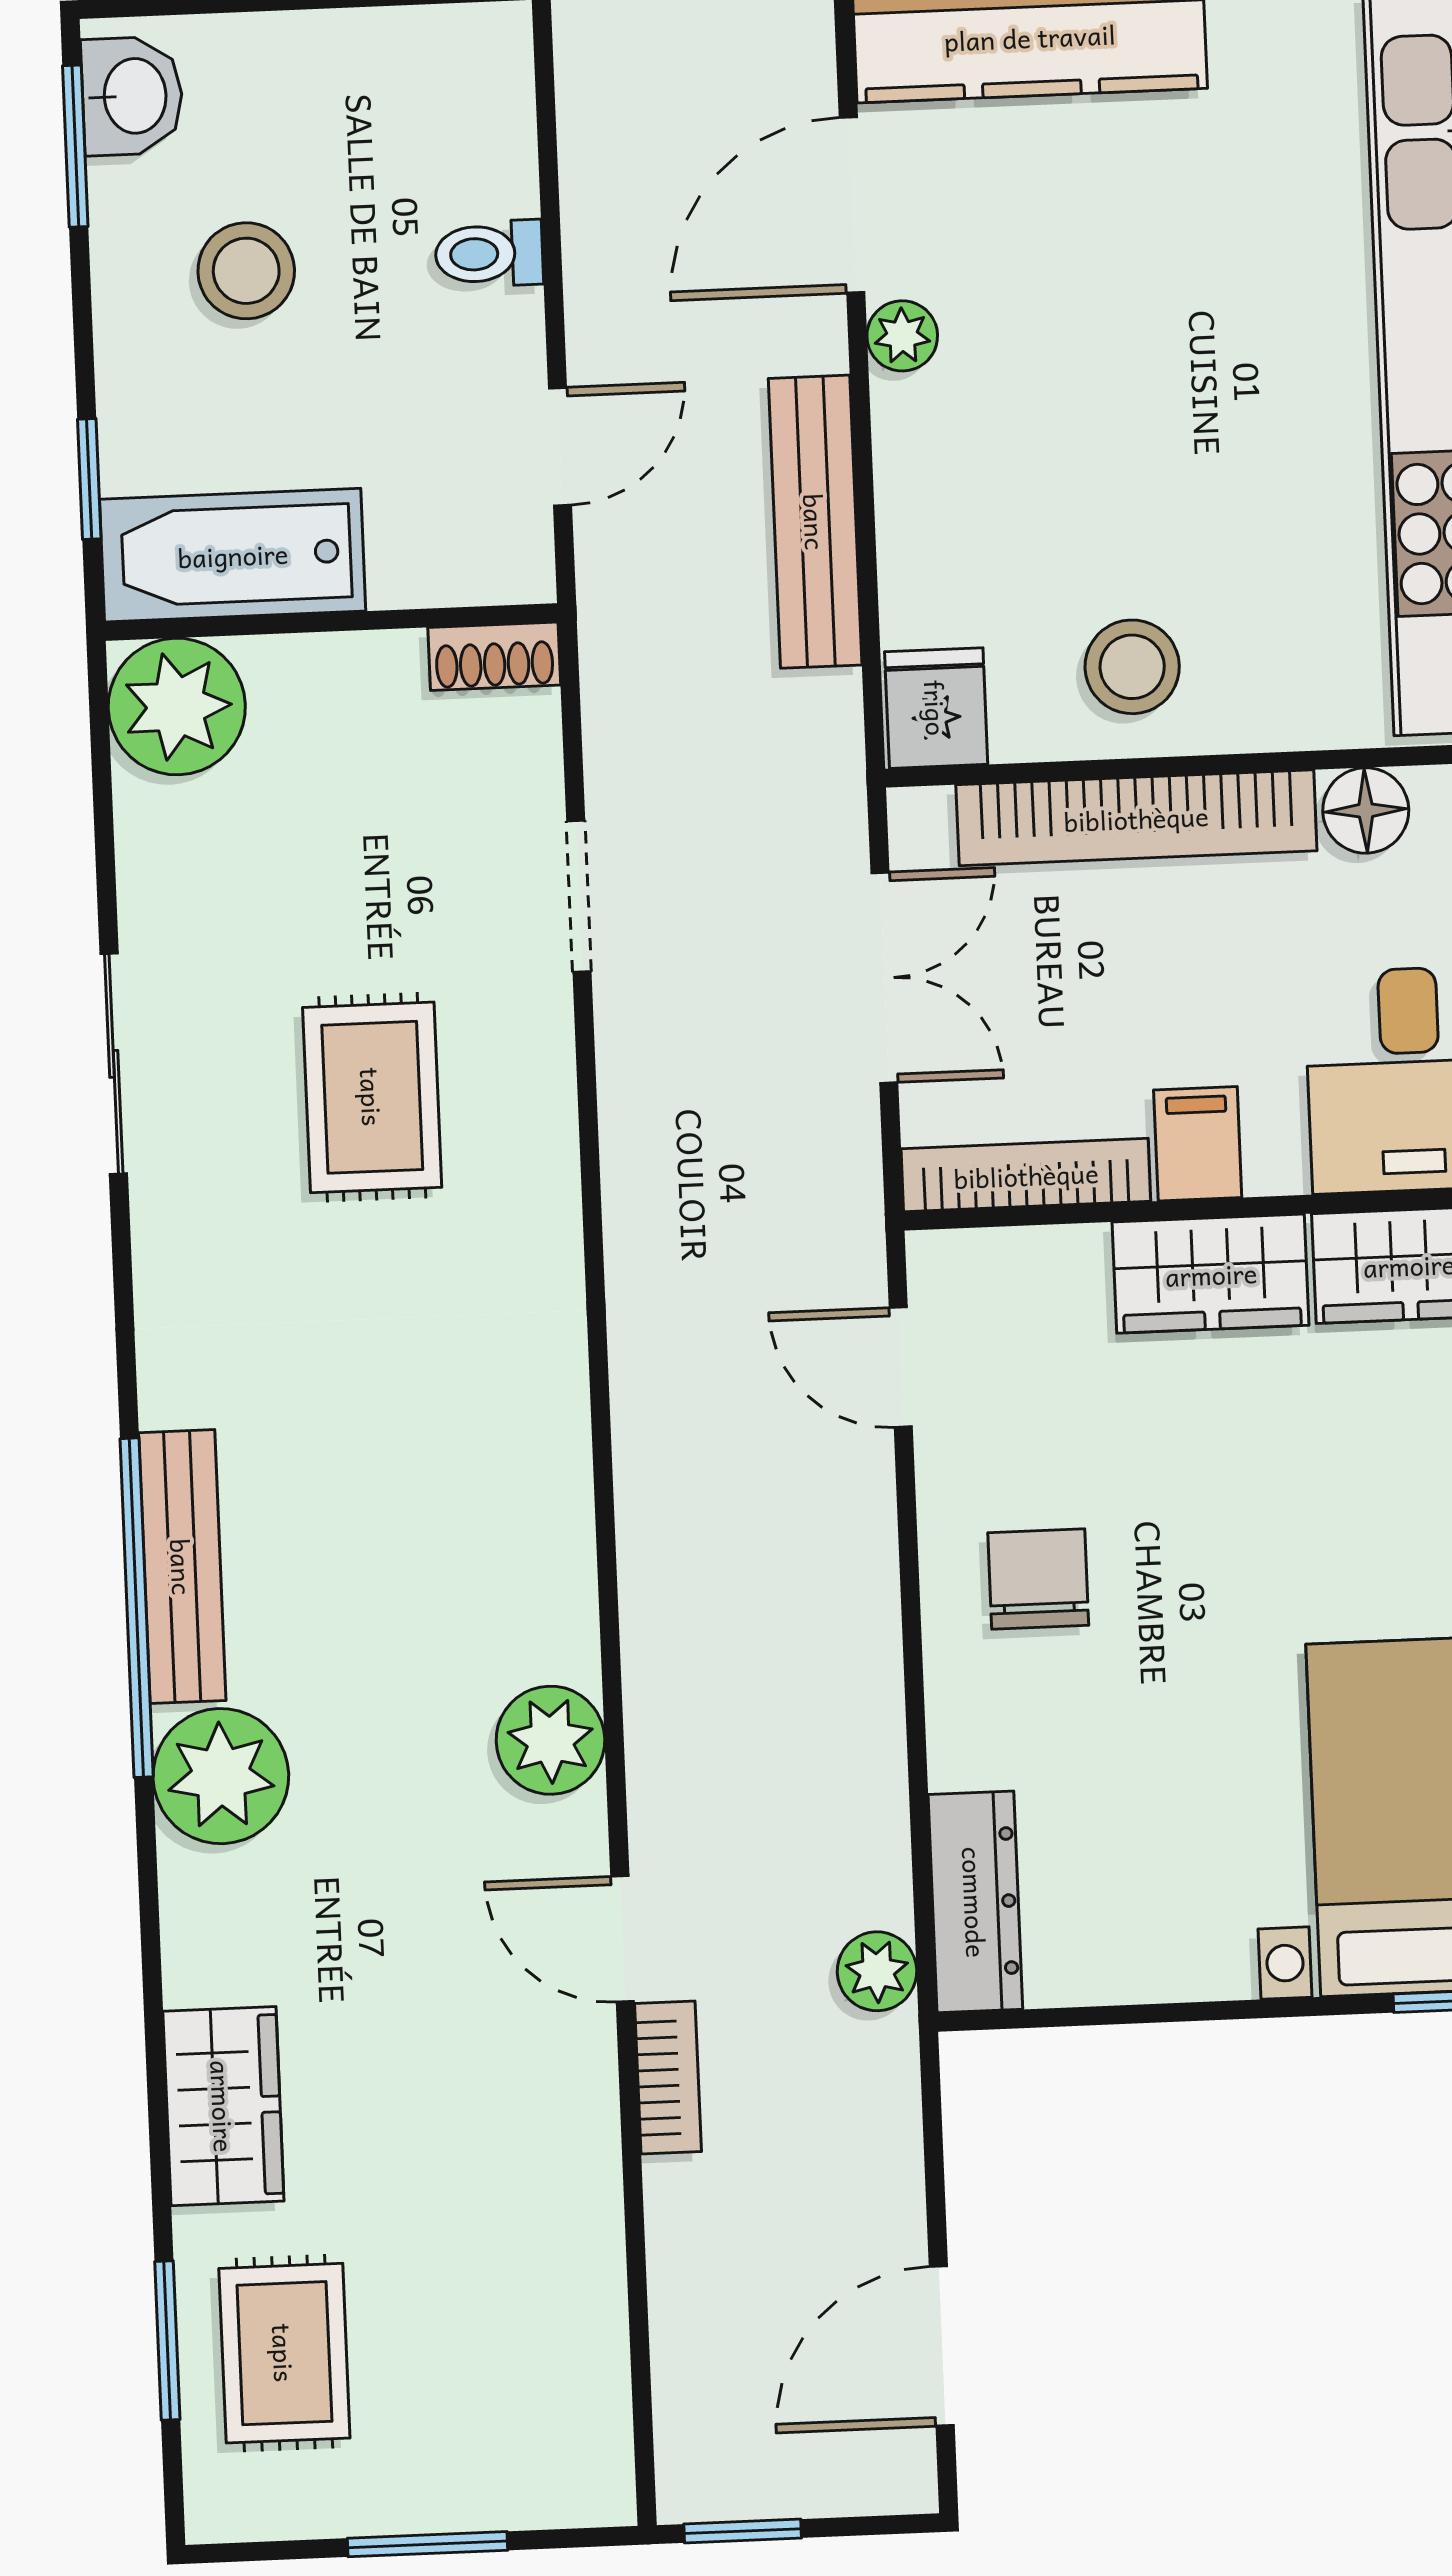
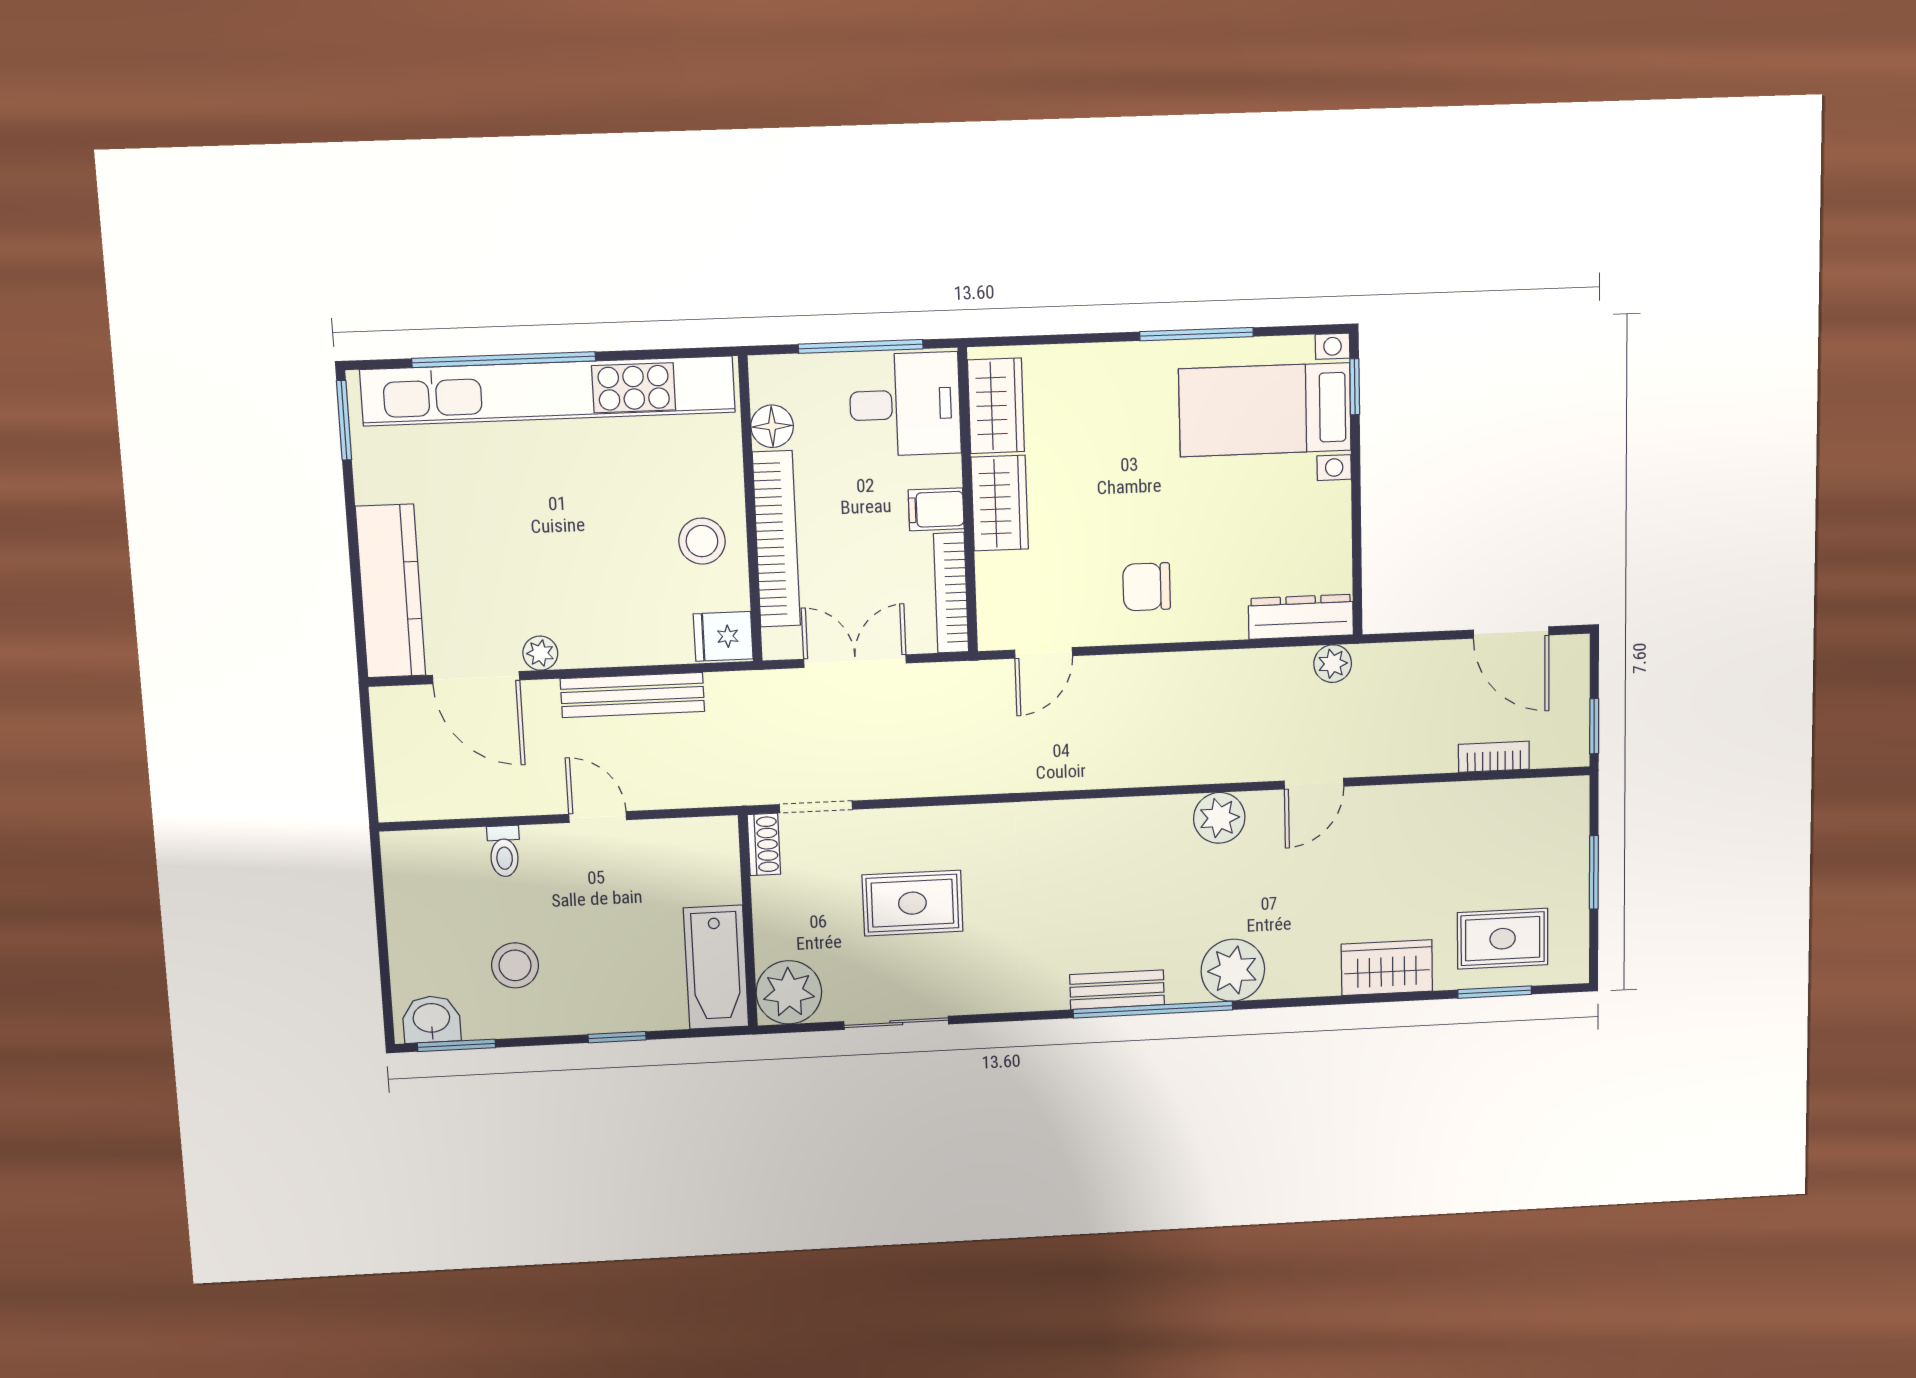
bathtub: (233, 555) -> (716, 967), moved
wall: (331, 622) -> (748, 921), moved
shoe rack: (494, 656) -> (764, 844), moved
plant: (177, 707) -> (789, 992), moved
bench: (182, 1567) -> (1117, 990), width x0.73
bookcase: (668, 2078) -> (1494, 757), moved

